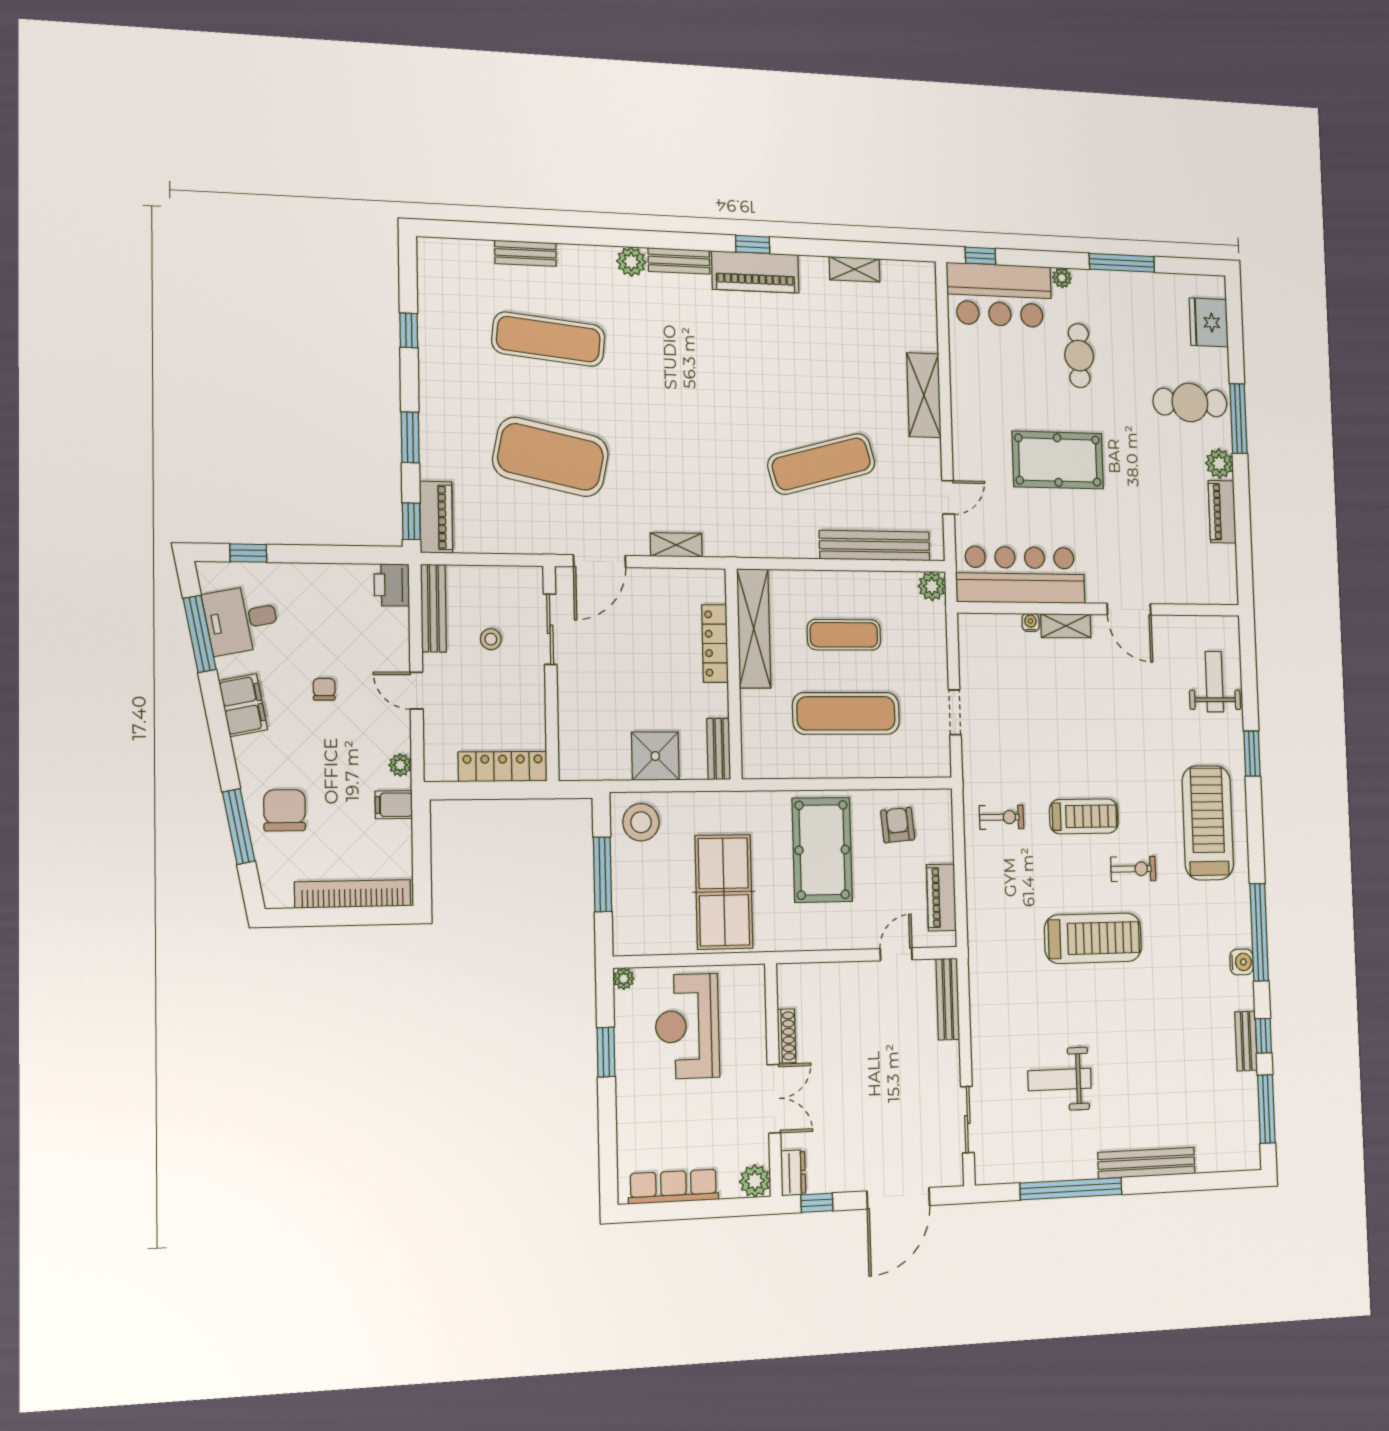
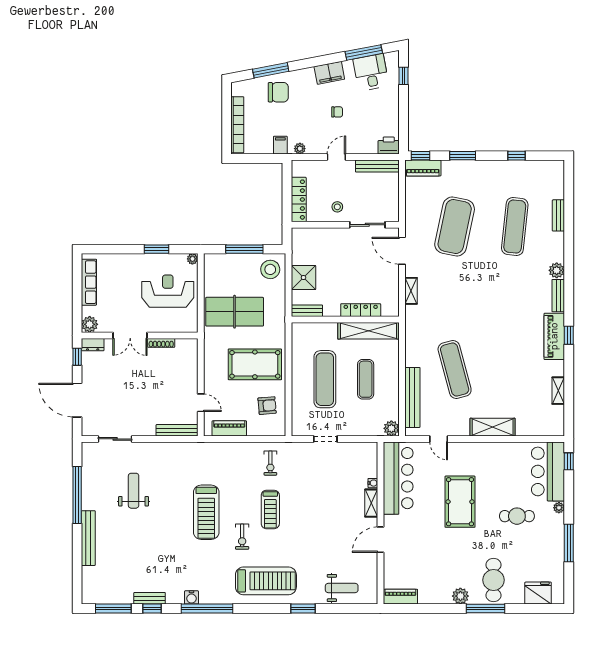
piano: (1222, 512) -> (400, 597), moved
stool: (491, 639) -> (337, 207), moved

